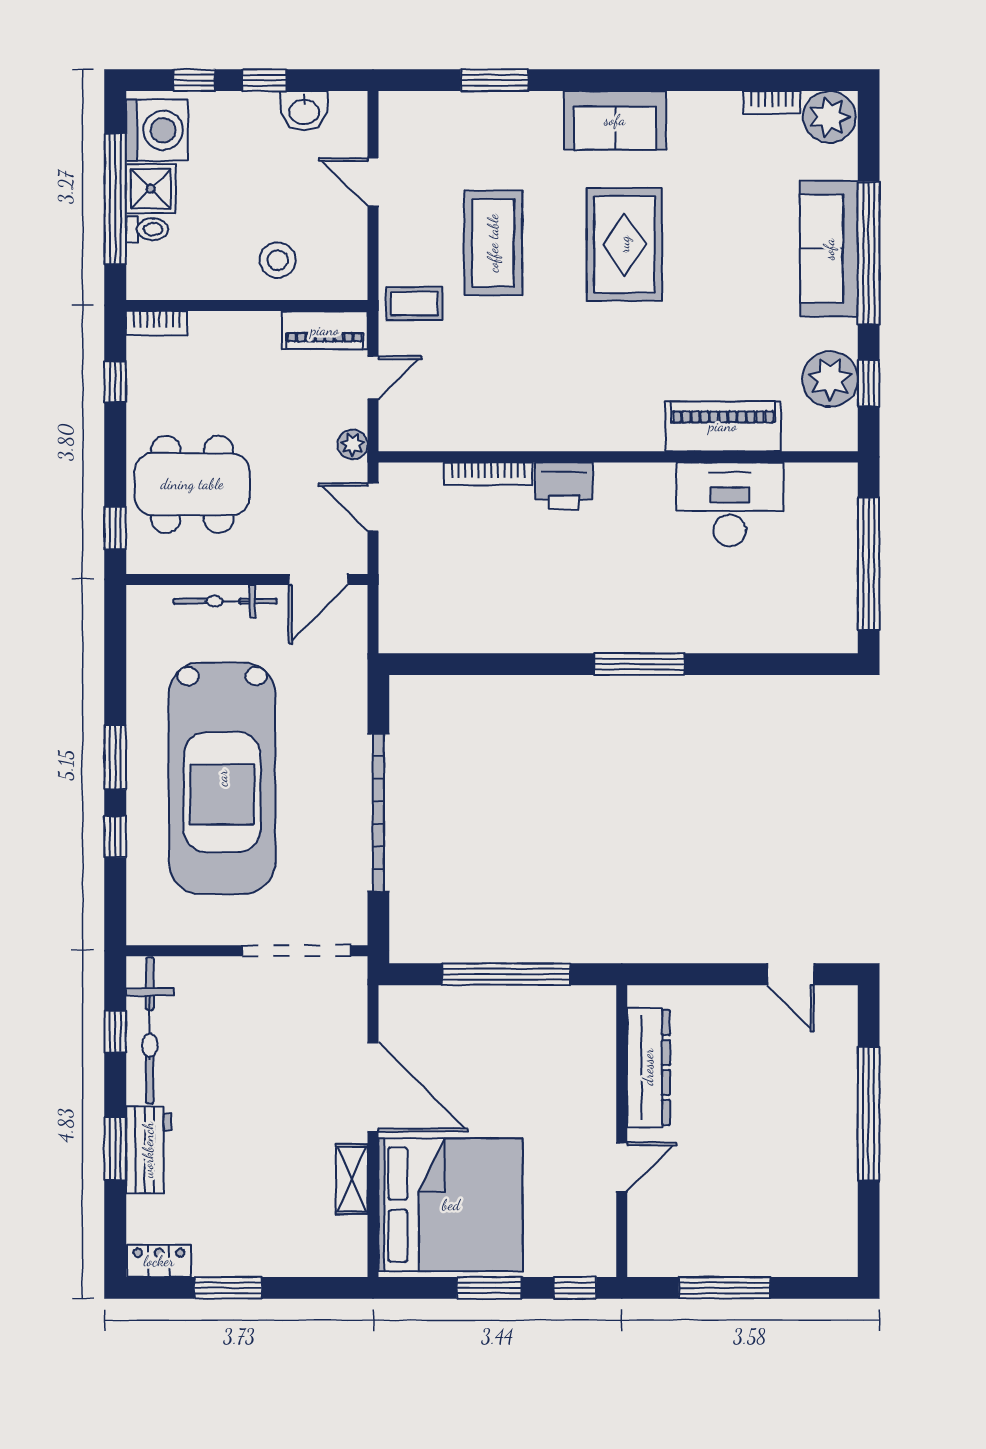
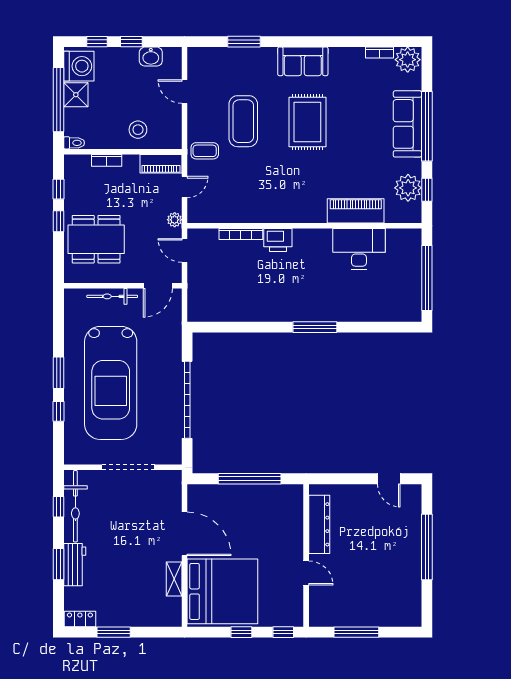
toilet: (147, 229) -> (74, 143), moved
bookcase: (157, 323) -> (107, 160), moved
window: (115, 528) -> (58, 221), moved
doorway: (297, 951) -> (128, 467), moved
door: (622, 1167) -> (306, 573), hinge flipped
window: (489, 1288) -> (241, 632), width x0.67

